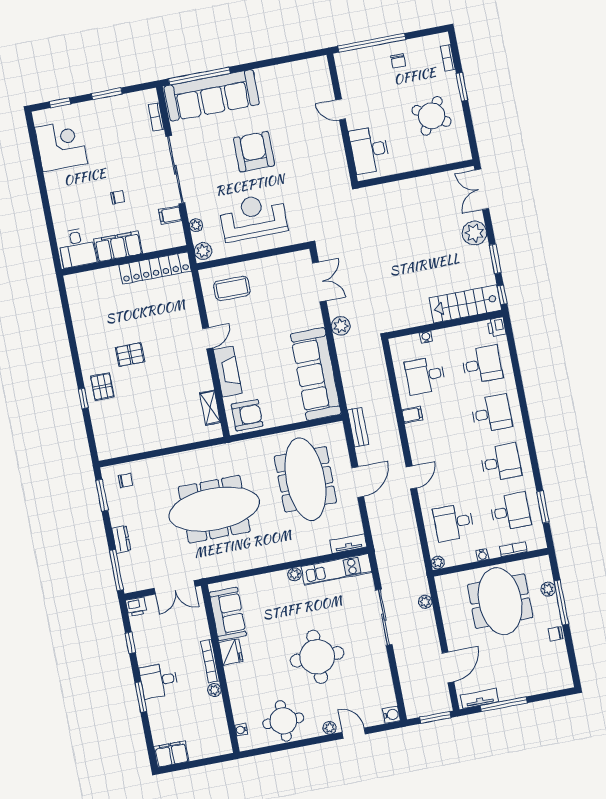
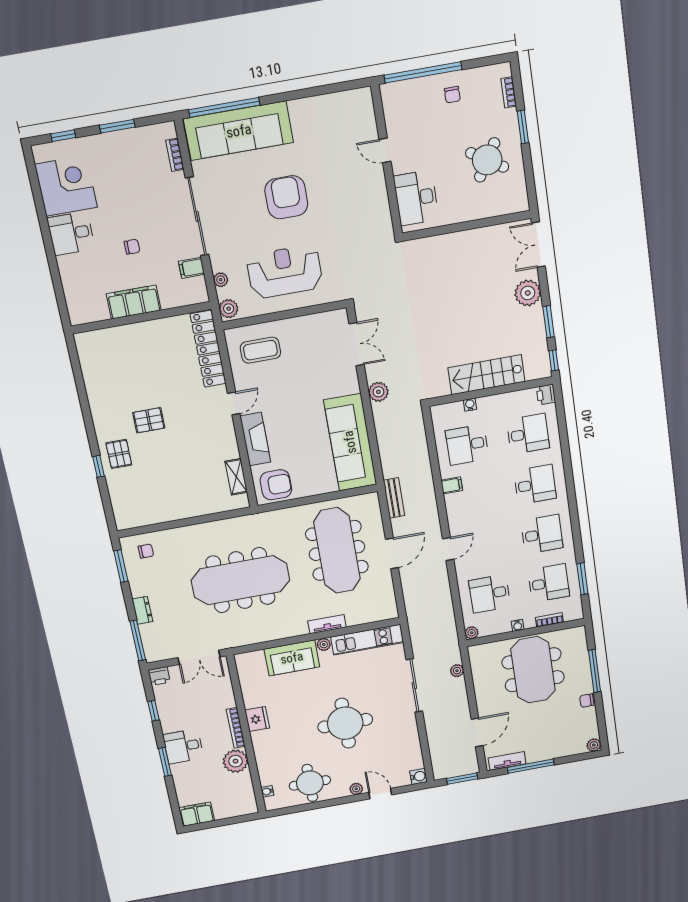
desk: (77, 248) -> (71, 233), moved, turned 90
locker: (155, 268) -> (208, 349), moved, turned 90
stairs: (465, 304) -> (486, 375), moved
tv unit: (348, 544) -> (327, 624), moved
plant: (548, 589) -> (594, 745), moved
sofa: (228, 614) -> (292, 658), moved, turned 90
plant: (214, 690) -> (236, 761), width x1.87, depth x1.87

